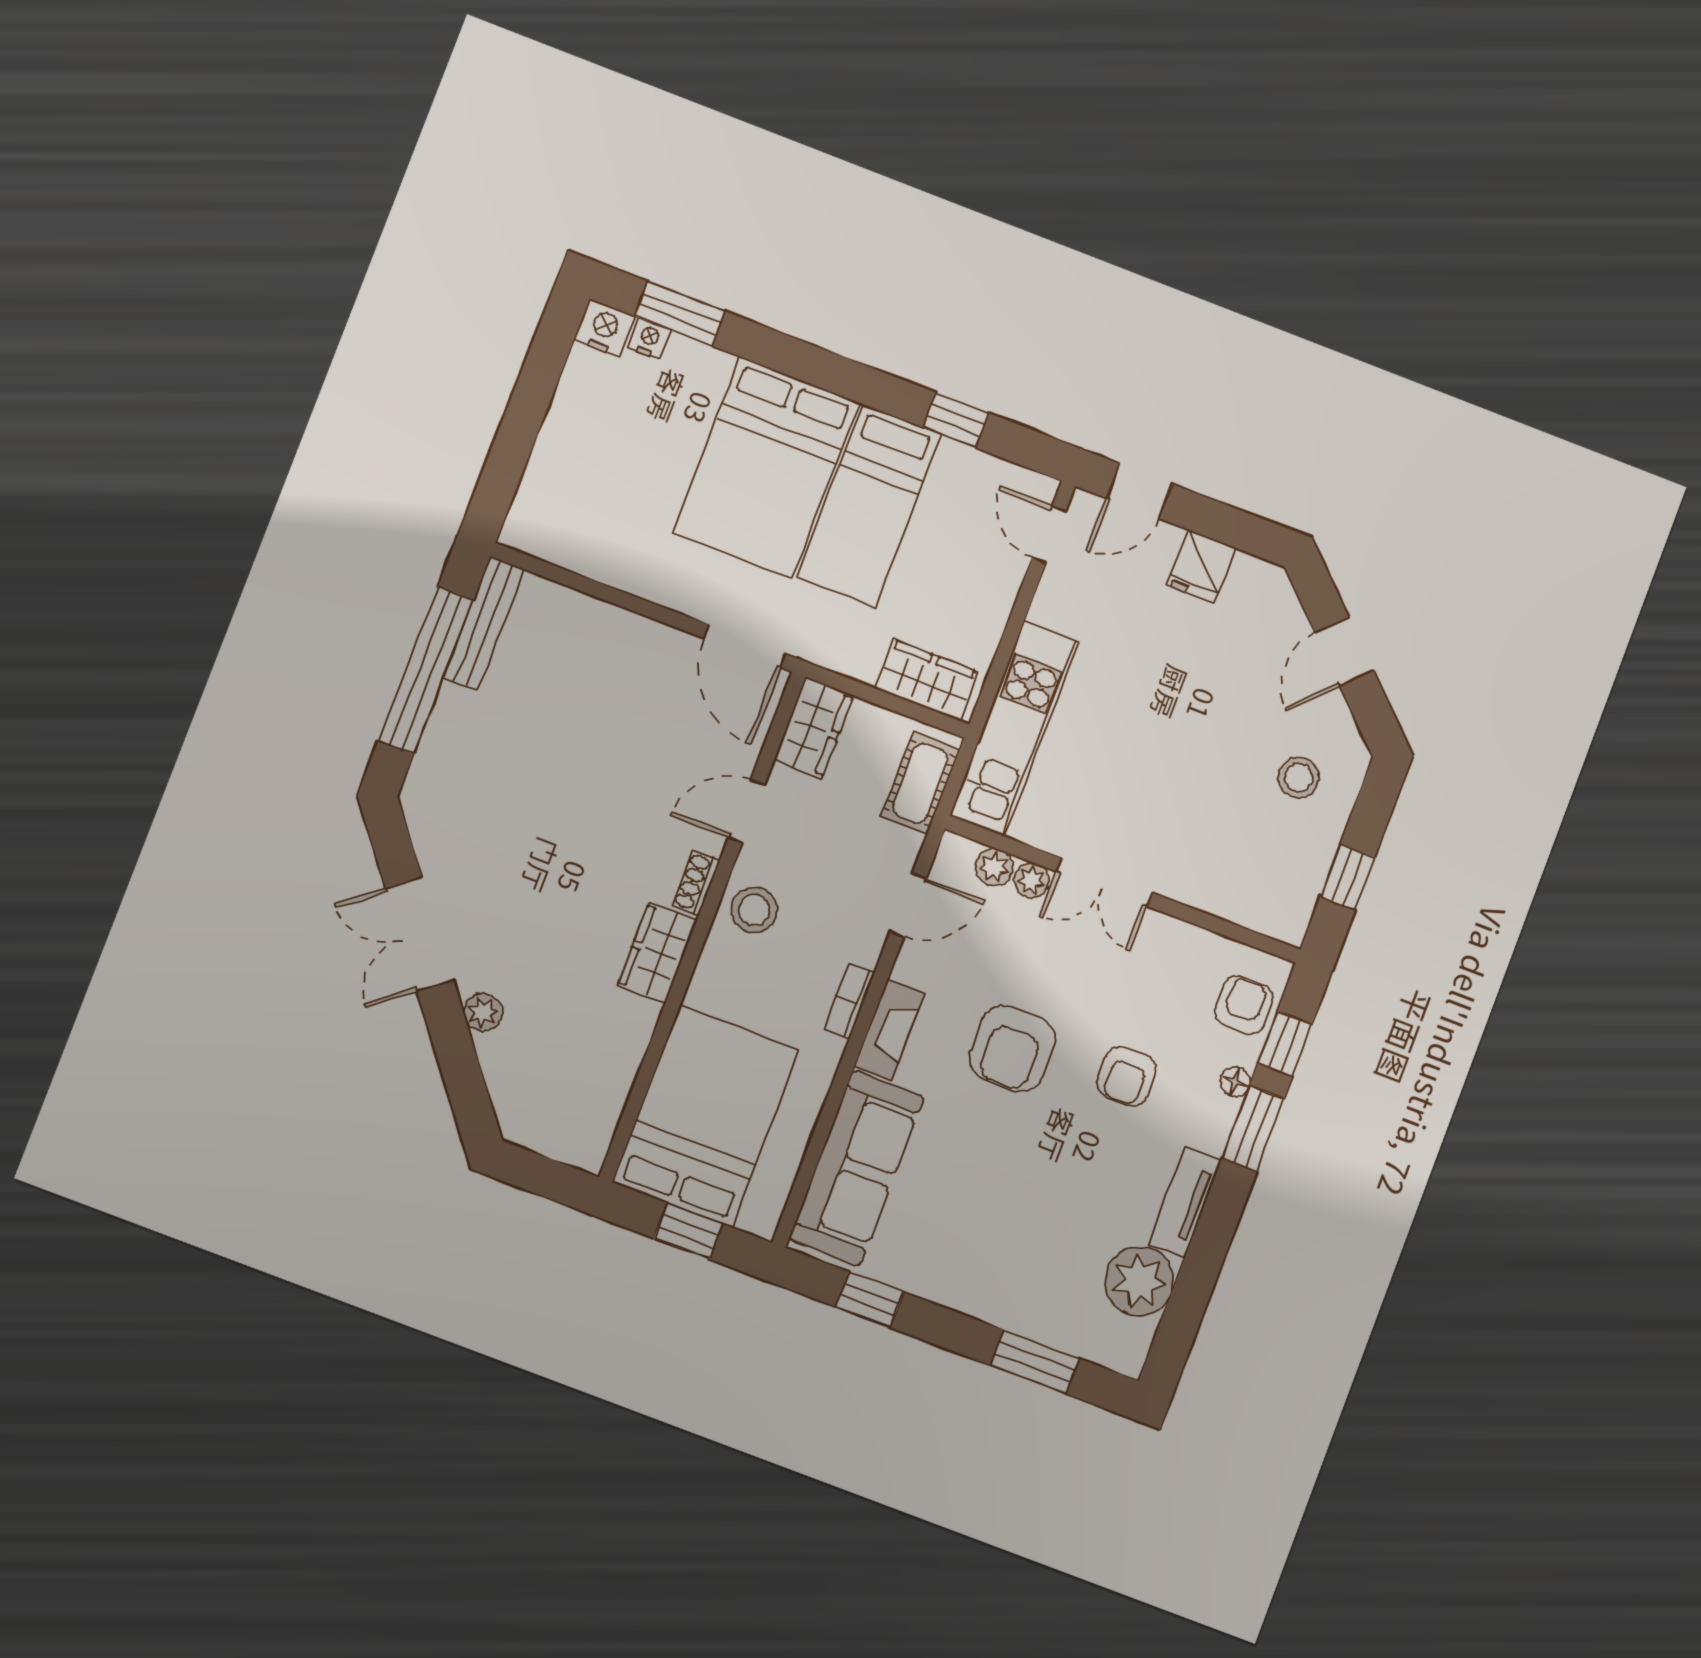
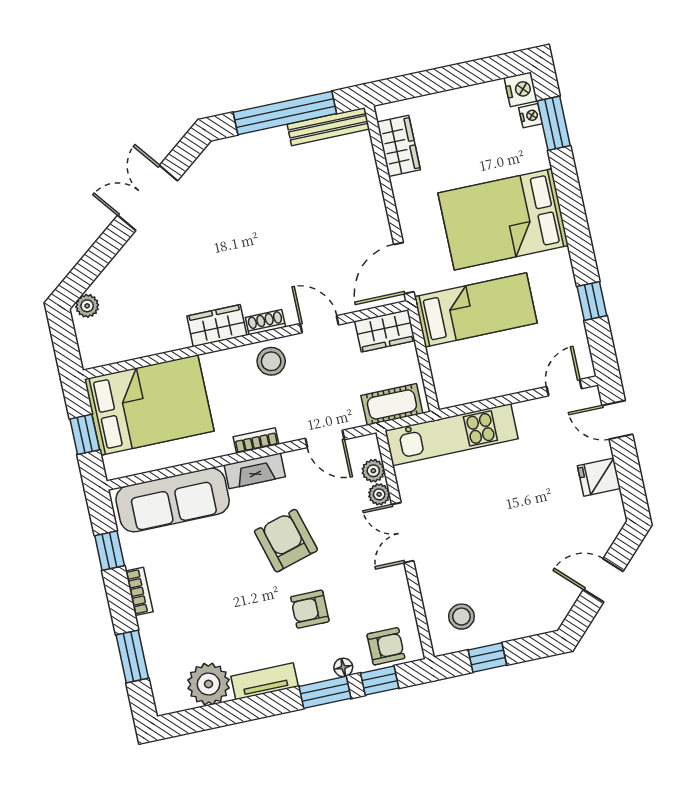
bed: (869, 506) -> (476, 310), moved, turned 180
wardrobe: (927, 680) -> (399, 146), moved
stool: (1299, 778) -> (461, 617), moved
plant: (483, 1013) -> (87, 306), moved
armchair: (1012, 1048) -> (286, 541), turned 74
bookcase: (952, 1295) -> (139, 591), added

